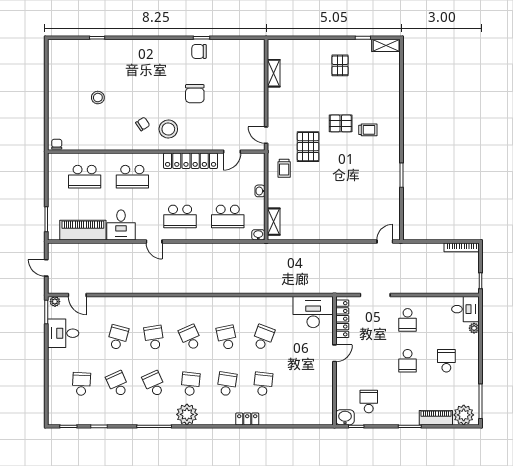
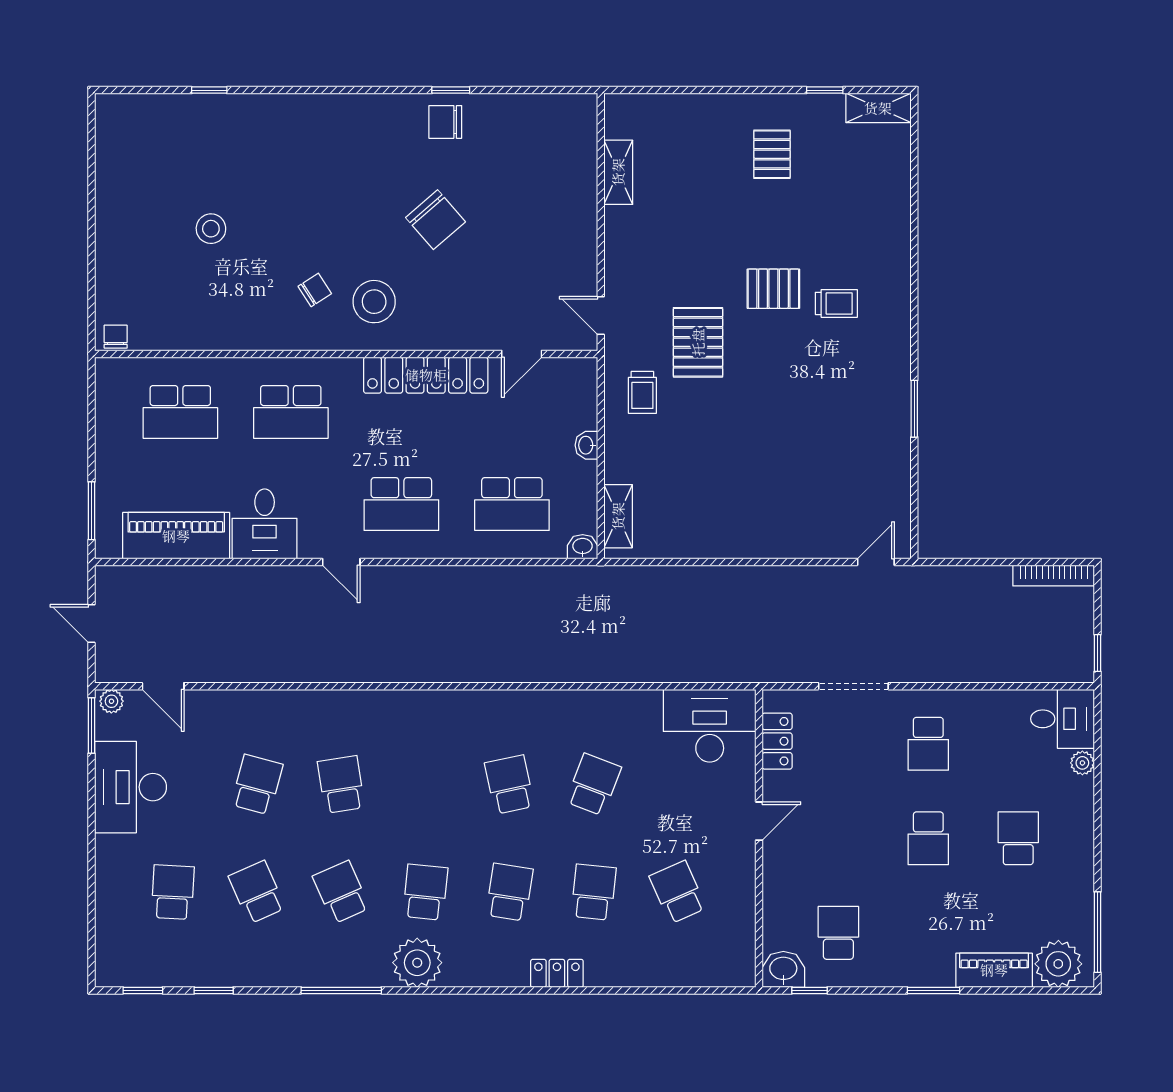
chair: (195, 94) -> (435, 220), turned -41
locker: (342, 319) -> (777, 741), width x0.66
desk: (63, 333) -> (131, 787), width x1.37
school desk: (190, 337) -> (678, 892), moved

